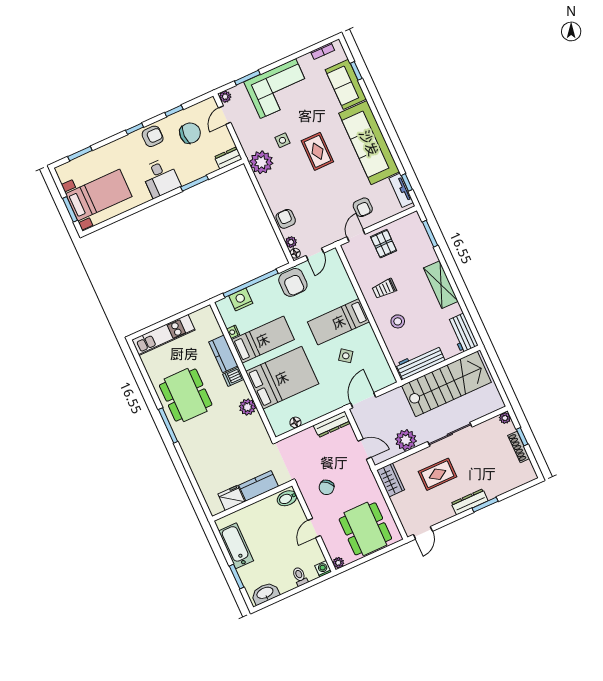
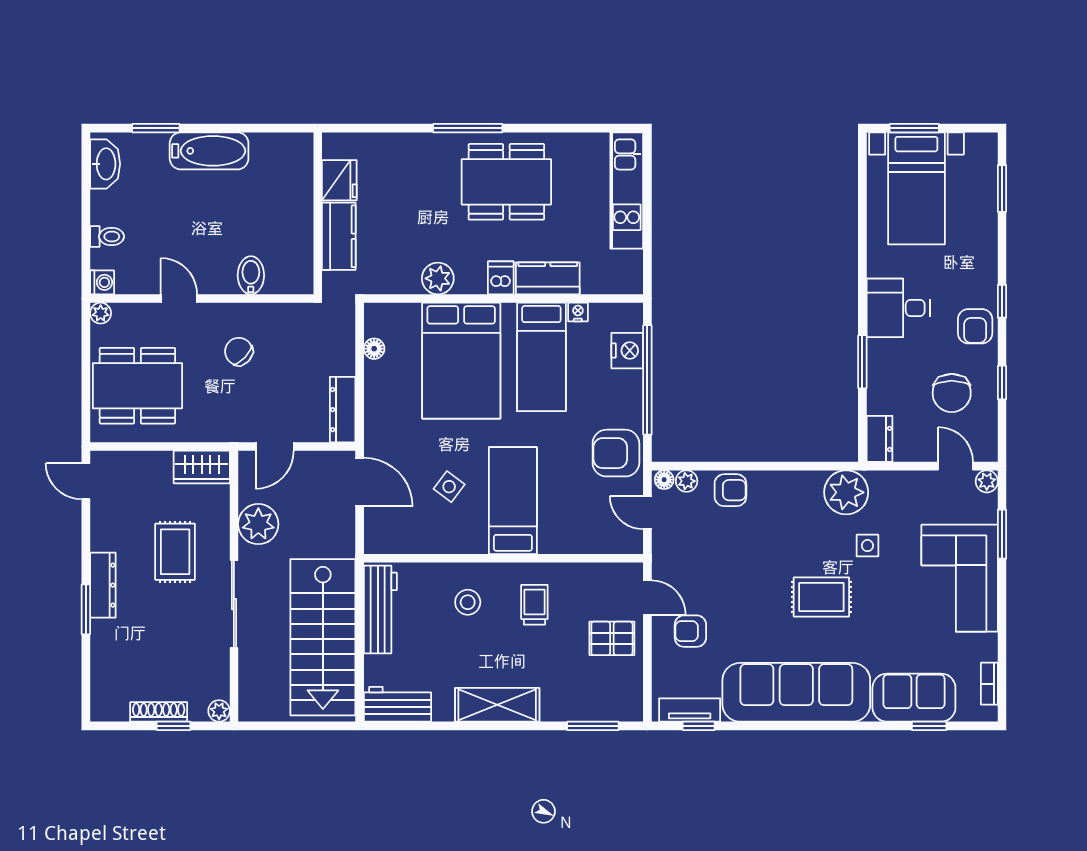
kitchen counter: (259, 486) -> (339, 236), moved
fridge: (231, 498) -> (339, 180), moved
wall: (252, 501) -> (318, 213), moved

